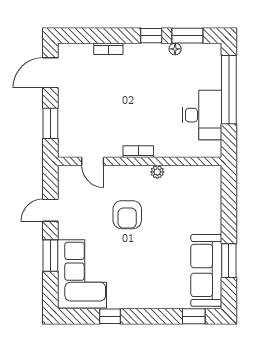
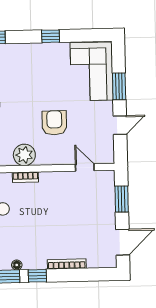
bookcase: (108, 49) -> (67, 264), width x1.56
bookcase: (138, 152) -> (25, 177), moved
plant: (157, 172) -> (24, 155), width x1.88, depth x1.88
window: (110, 316) -> (51, 36), moved

